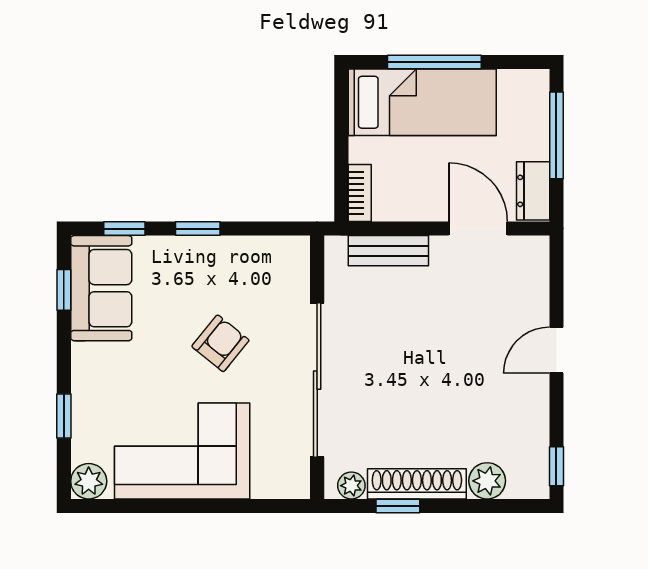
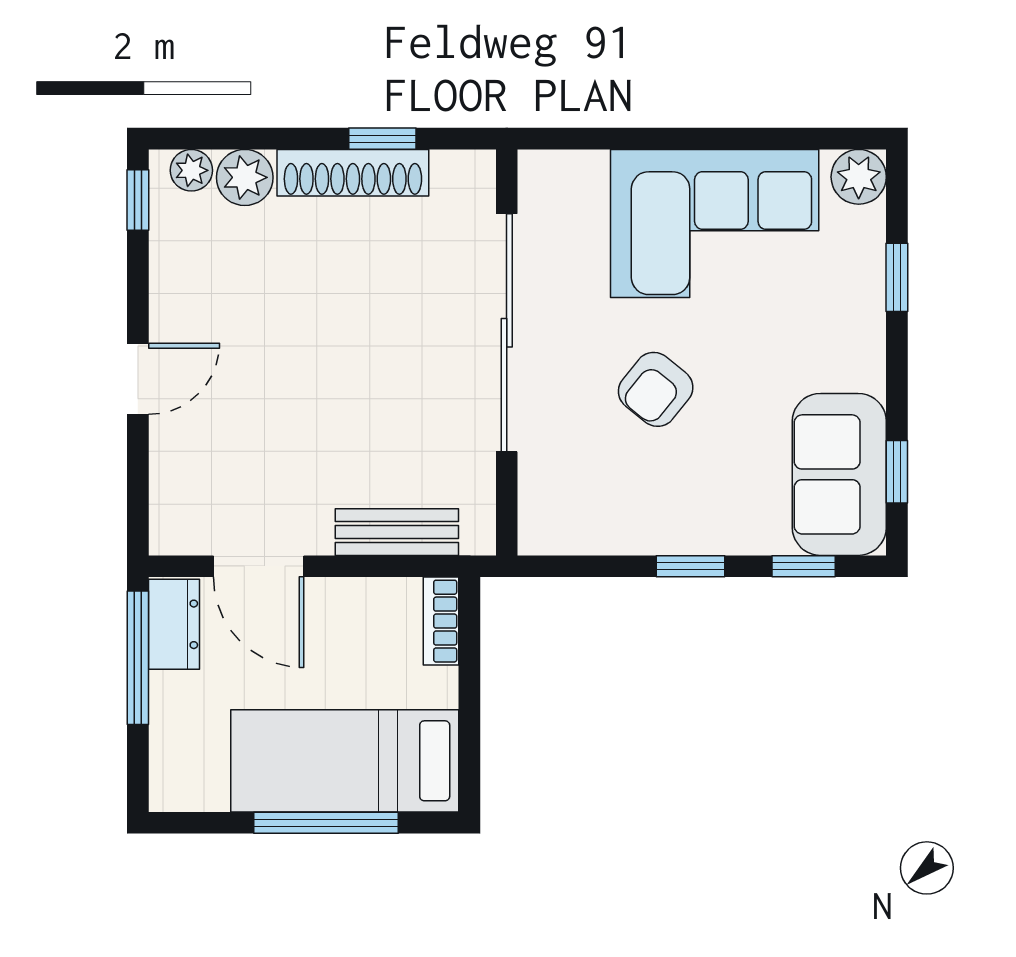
window: (556, 135) -> (138, 658), moved
plant: (351, 486) -> (191, 170), moved

